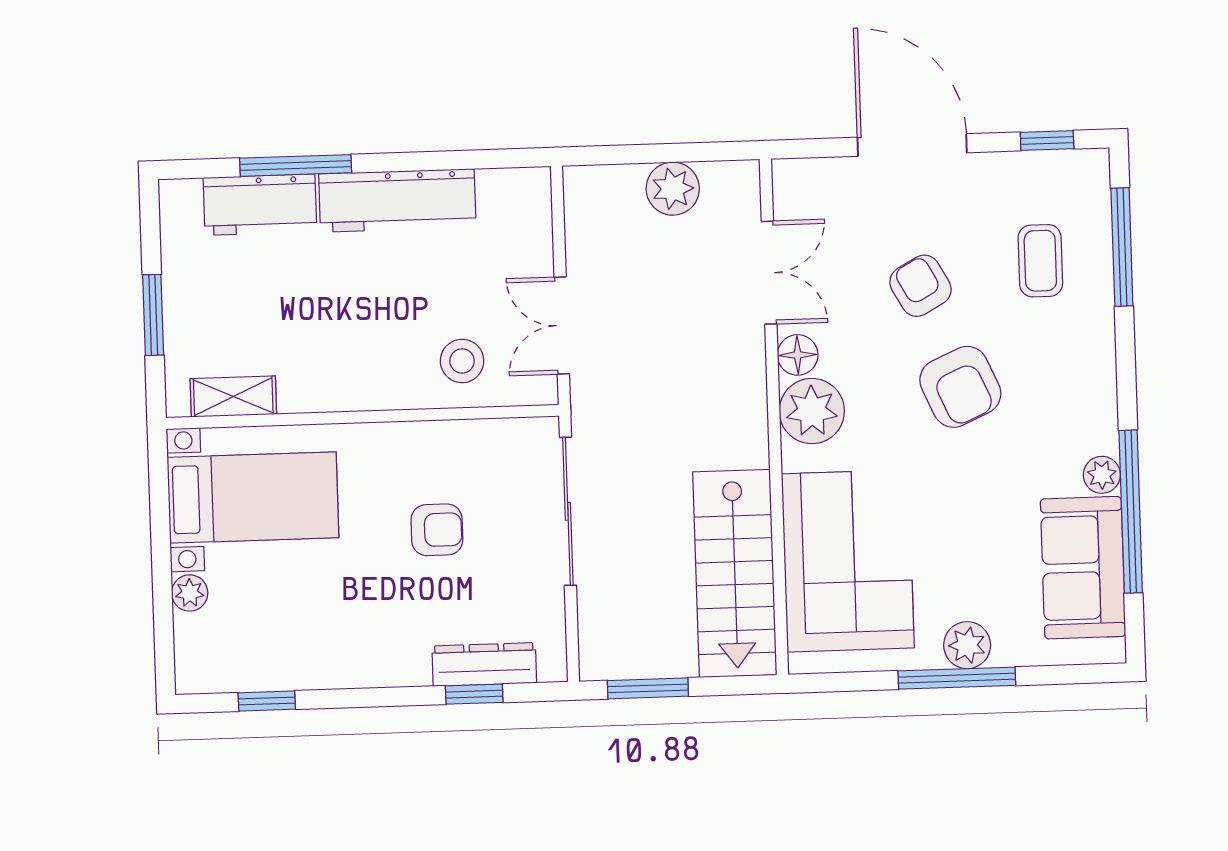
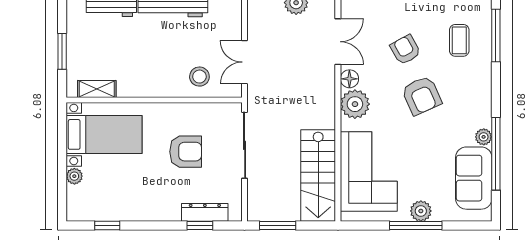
armchair: (437, 530) -> (186, 152), width x1.38, depth x1.38

